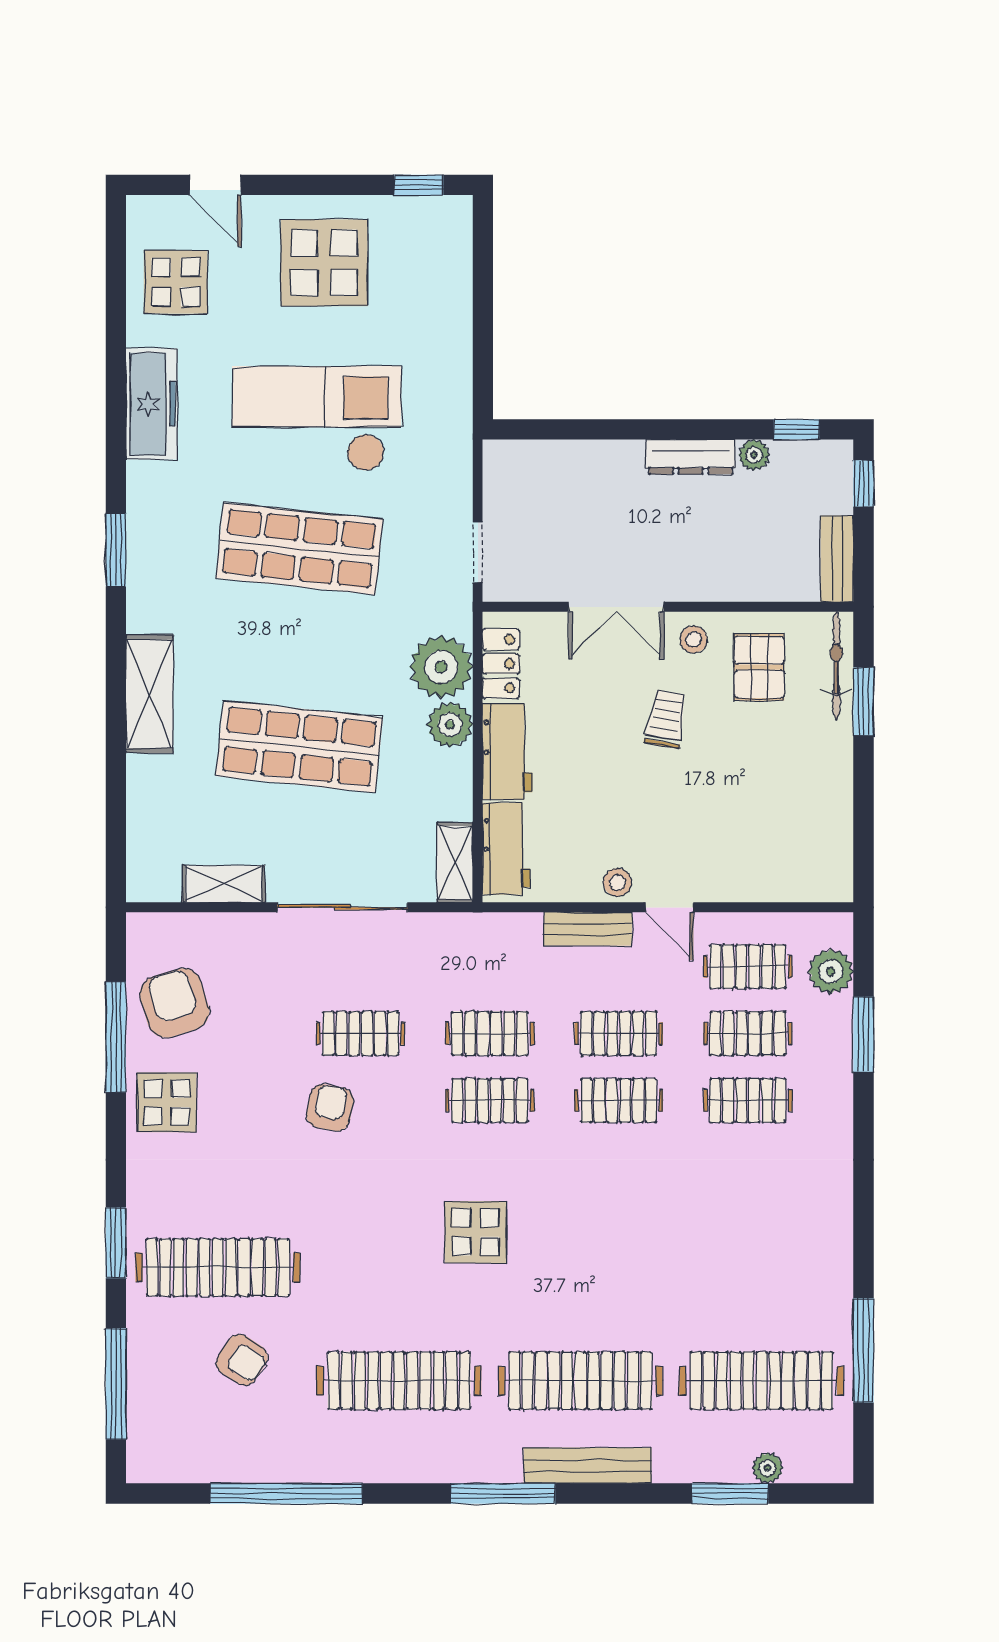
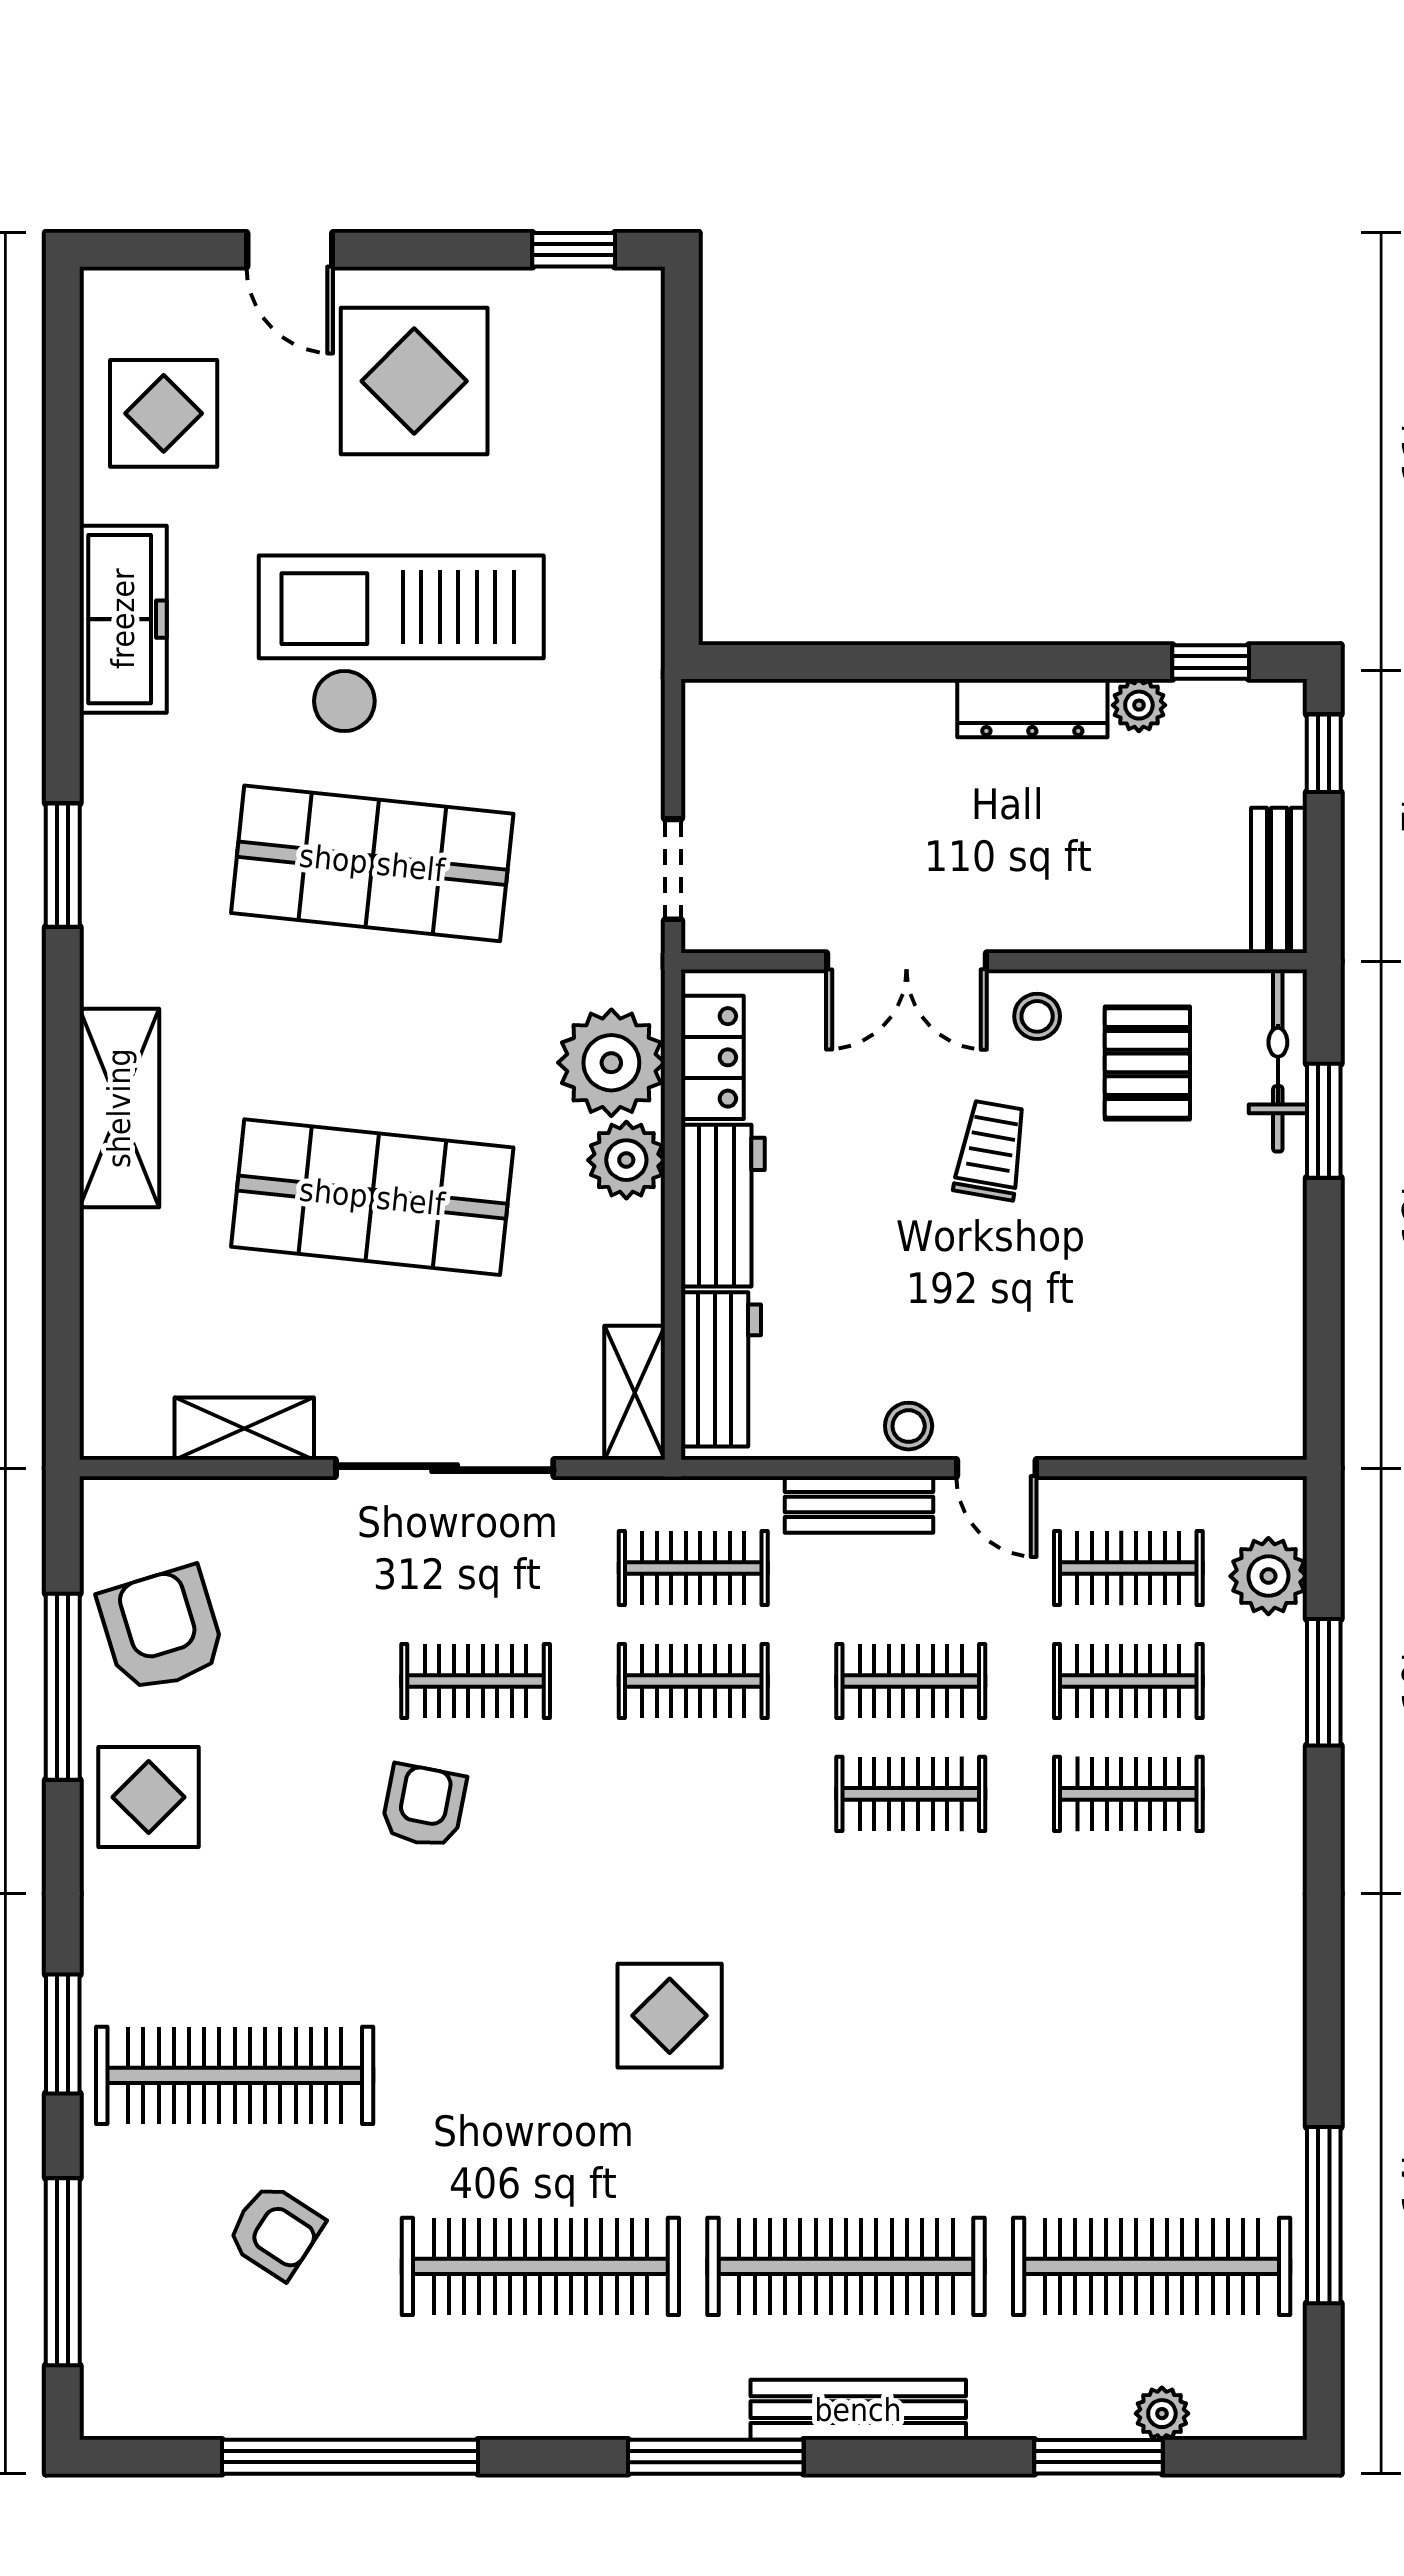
door: (215, 185) -> (290, 250), moved
clothes rail: (490, 1100) -> (693, 1568), moved

